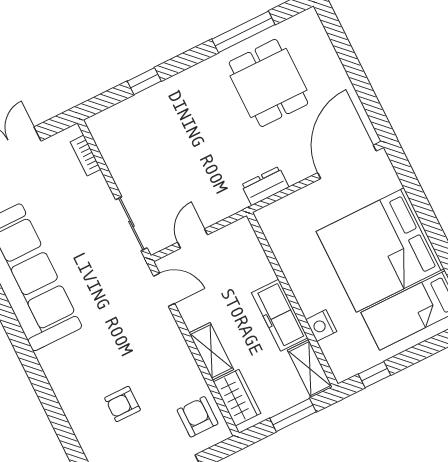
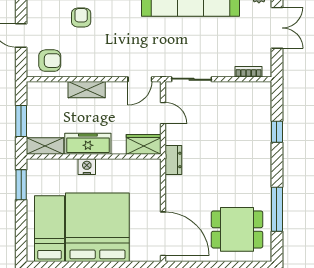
dining table: (268, 83) -> (237, 229), moved
dresser: (265, 186) -> (173, 160), moved
nightstand: (321, 326) -> (87, 167), moved
window: (374, 375) -> (21, 185), width x1.50
wardrobe: (237, 398) -> (144, 144), moved, turned 180

